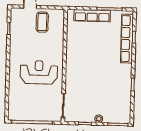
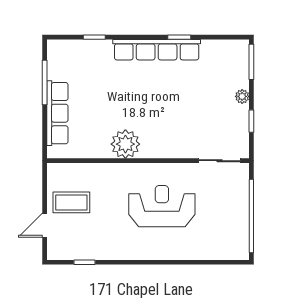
row of seats: (127, 39) -> (157, 50), moved
plant: (74, 53) -> (125, 144), added
reception desk: (39, 72) -> (162, 206), turned 90

